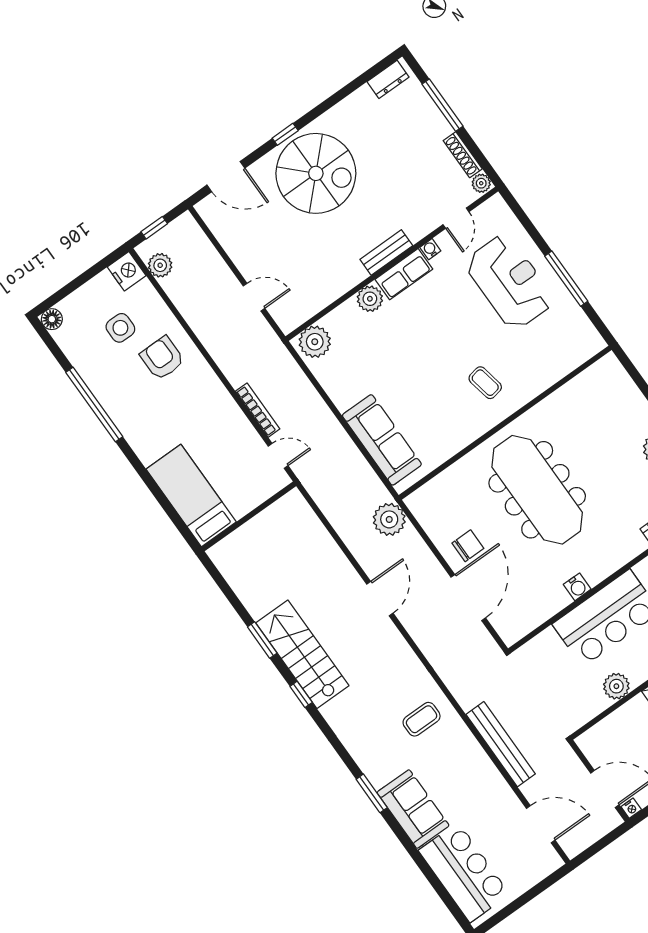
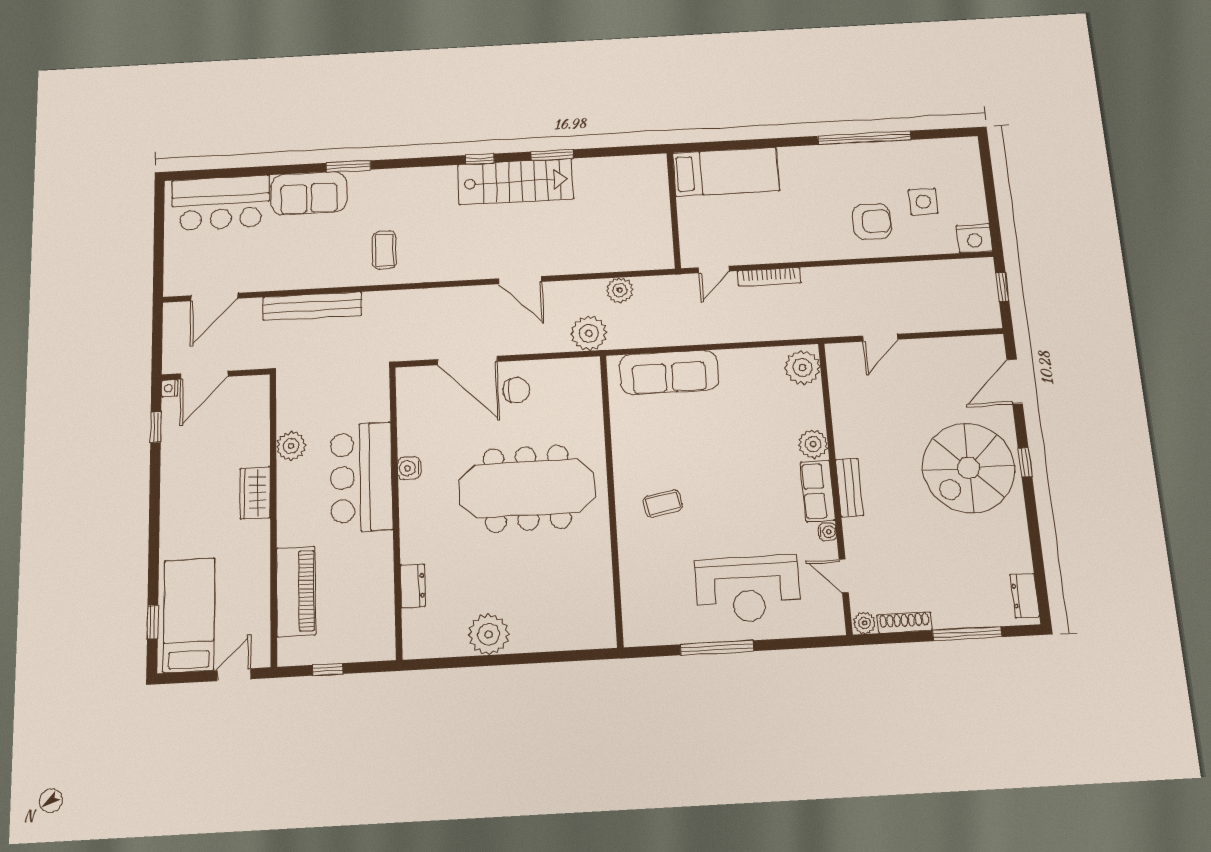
plant: (160, 265) -> (620, 290), moved
floor lamp: (52, 319) -> (968, 147), removed
chair: (468, 546) -> (516, 390), turned -90

